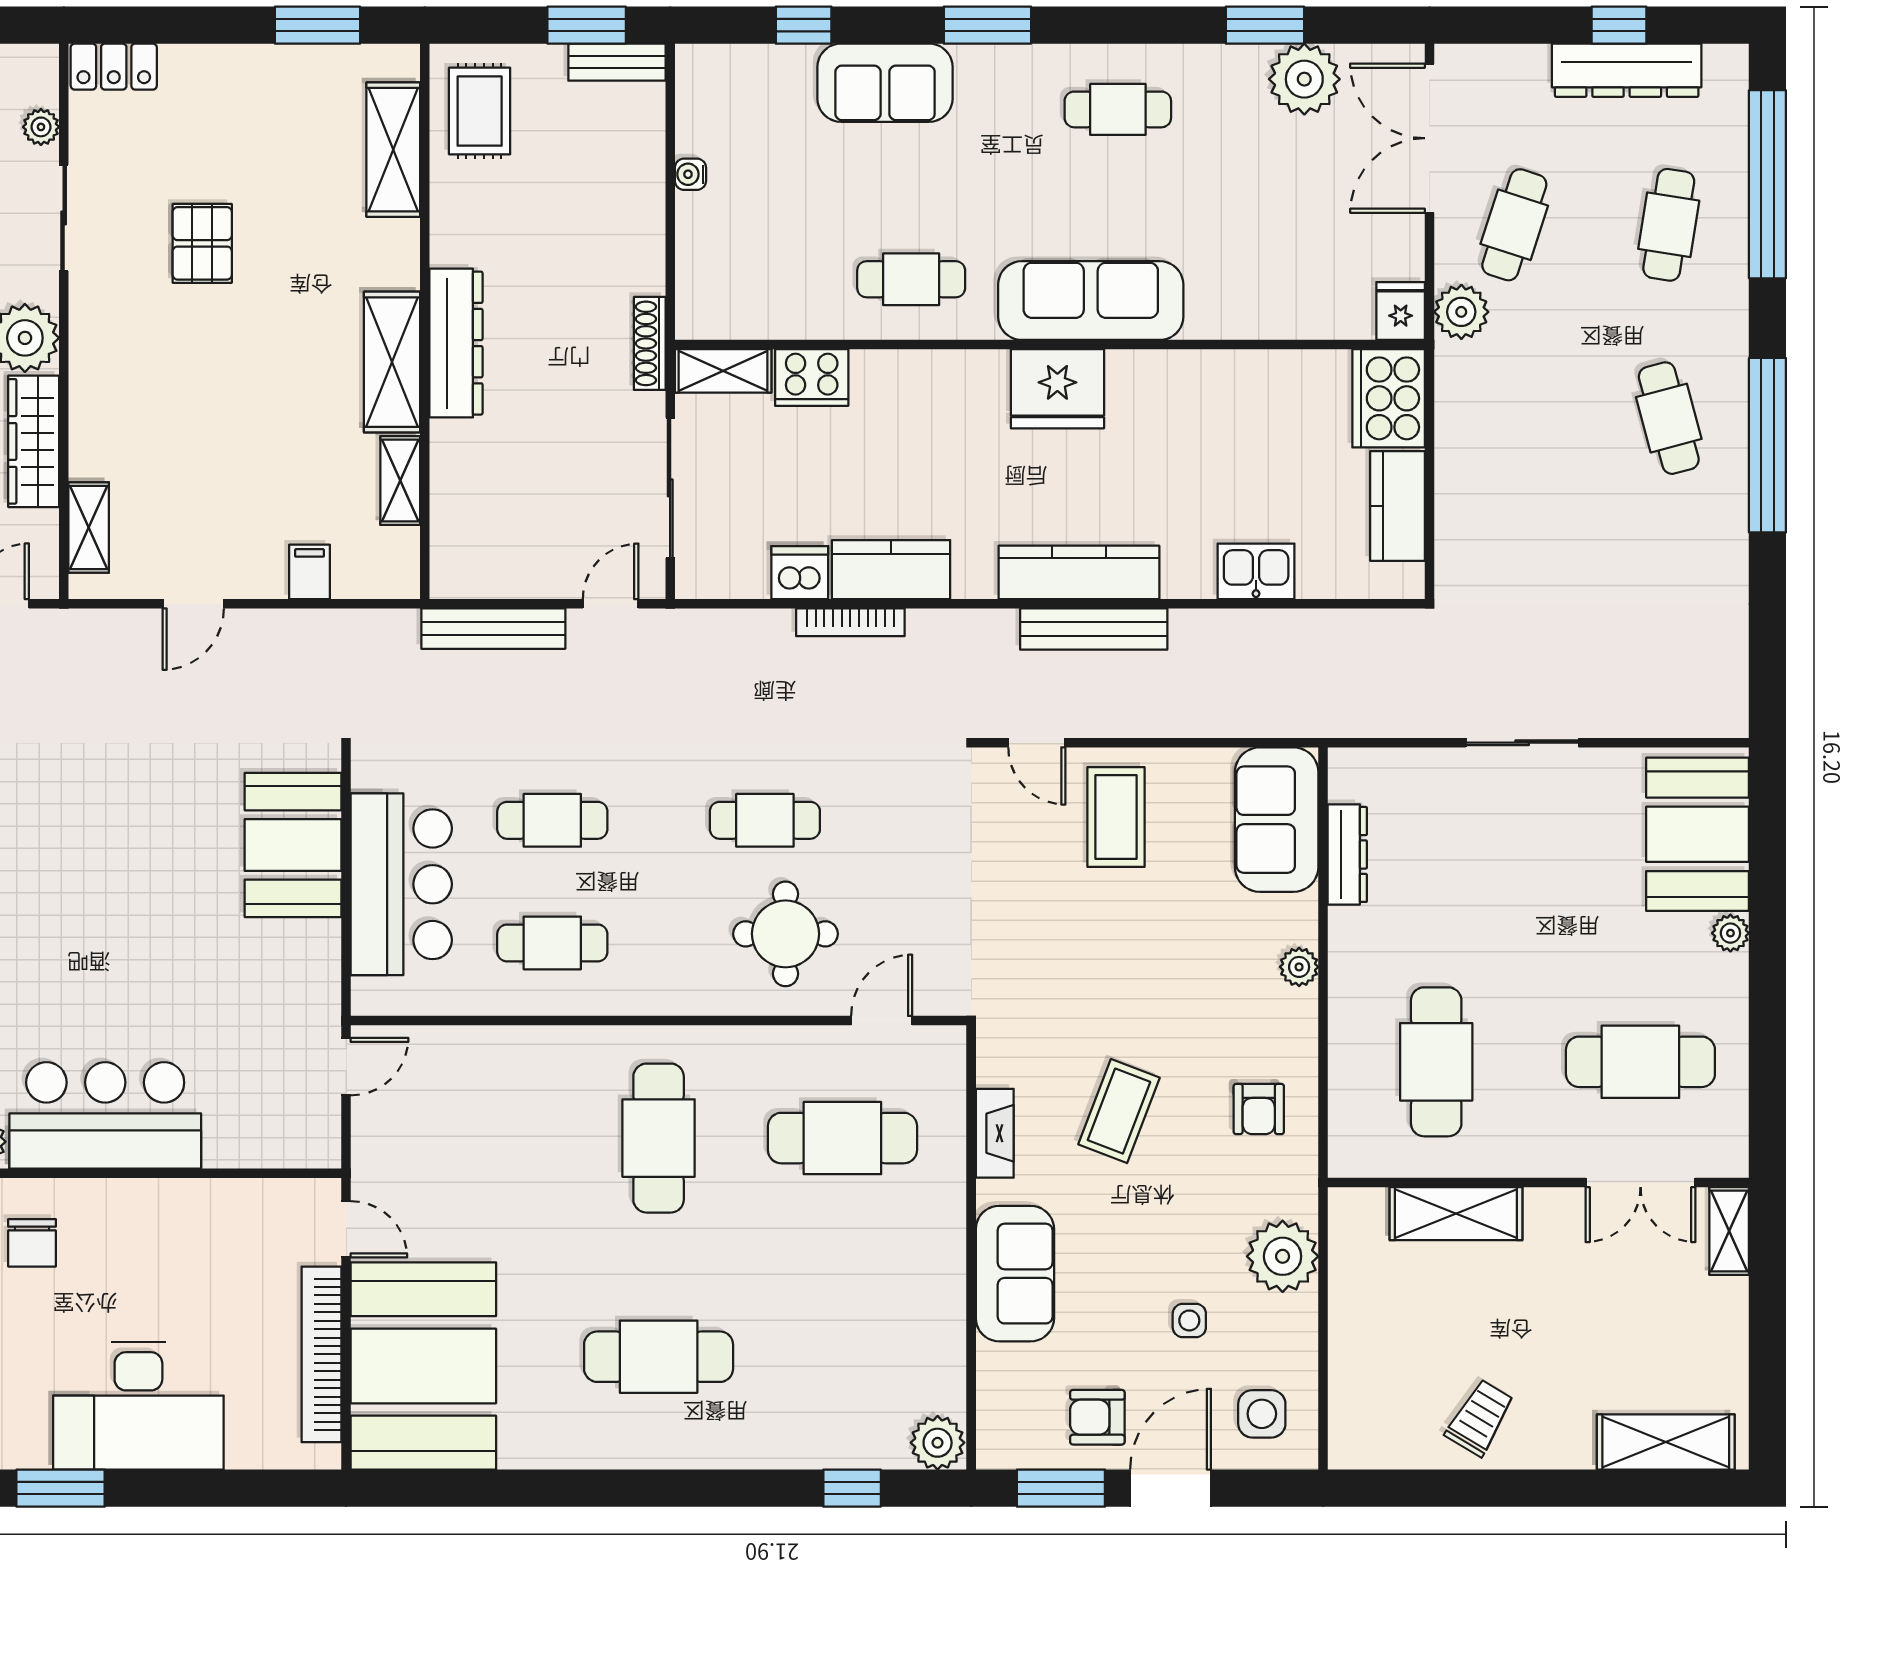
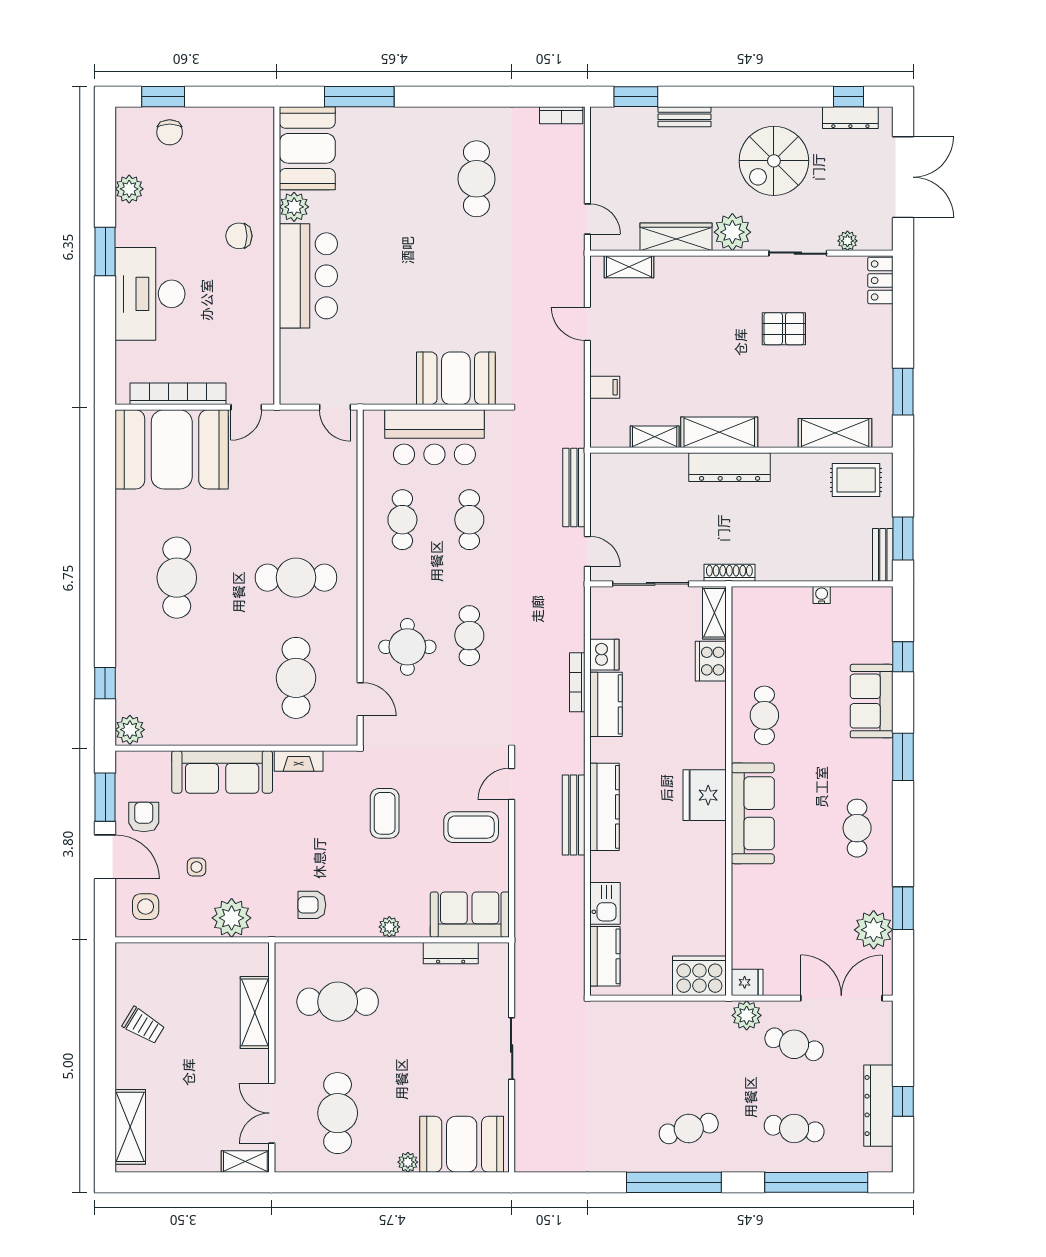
kitchen counter: (1397, 506) -> (605, 956), moved, turned 90
coffee table: (1119, 1111) -> (385, 813), moved, turned 69
sofa: (1015, 1274) -> (222, 772), width x1.36

